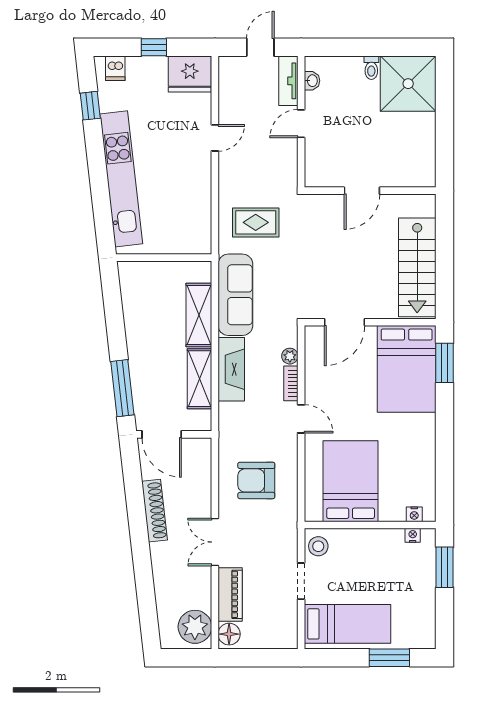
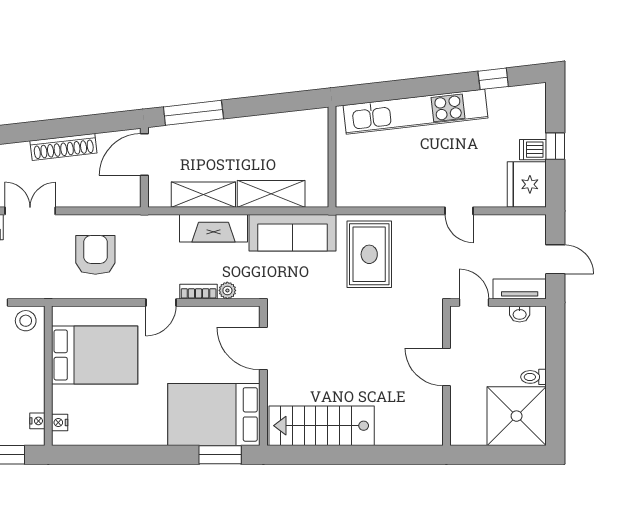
dishwasher: (115, 68) -> (533, 150), moved
door: (362, 191) -> (446, 367), moved
wall: (370, 191) -> (446, 376), moved
rug: (256, 222) -> (369, 254), width x1.36, depth x1.43

